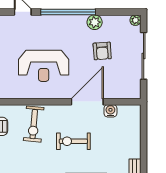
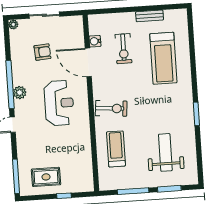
plant: (95, 22) -> (20, 93), moved
sliding door: (144, 56) -> (44, 15), width x0.73
exercise bike: (73, 141) -> (123, 49), moved

